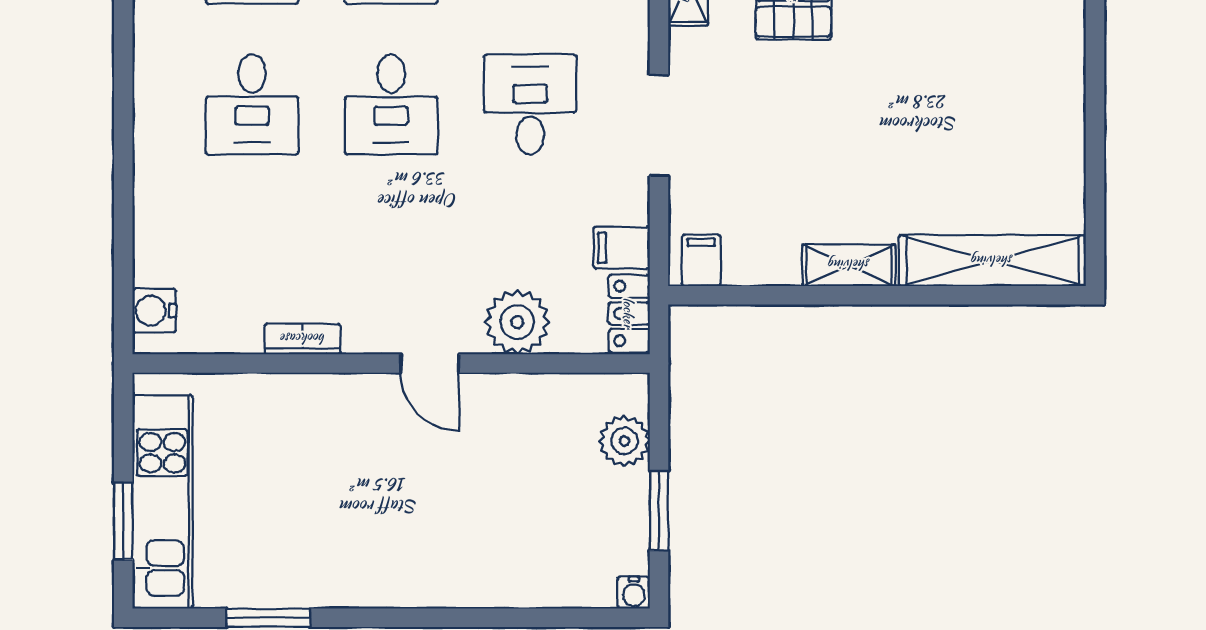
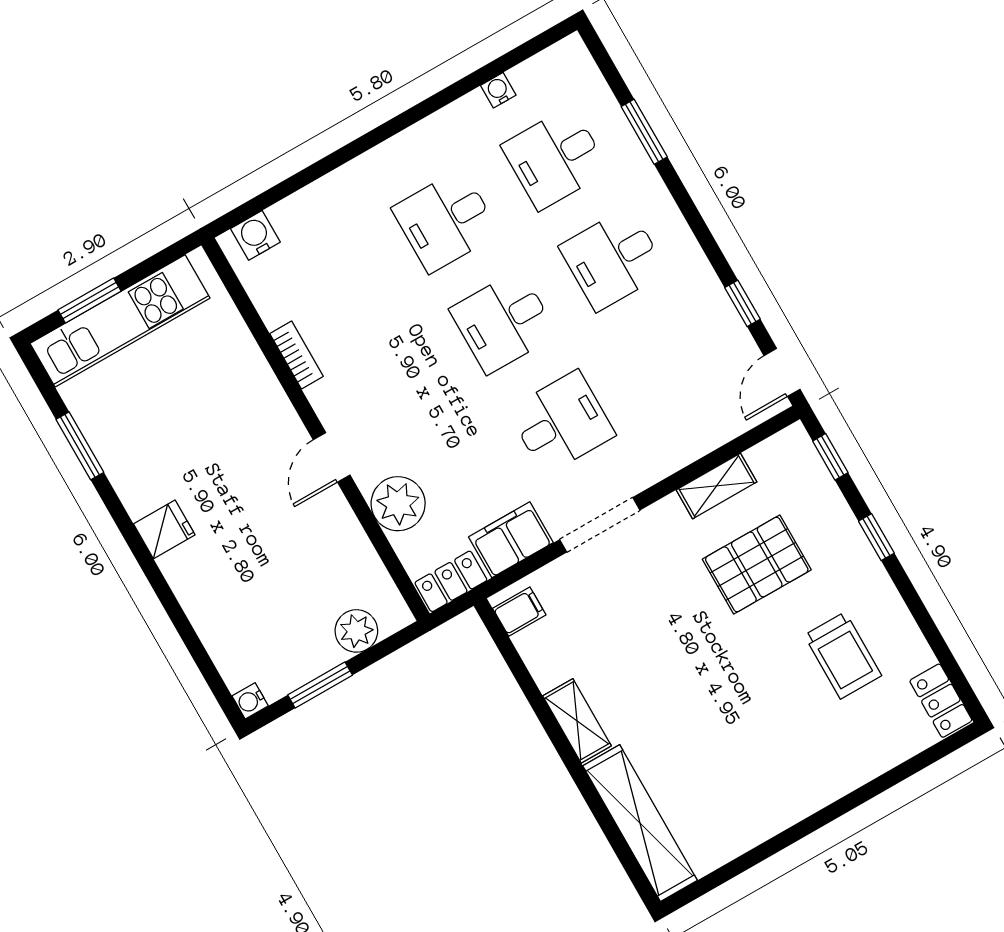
filing cabinet: (622, 248) -> (511, 540), width x2.00
fridge: (405, 580) -> (164, 529), added

